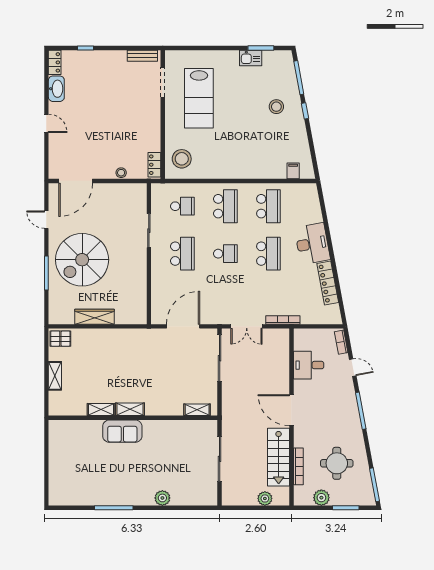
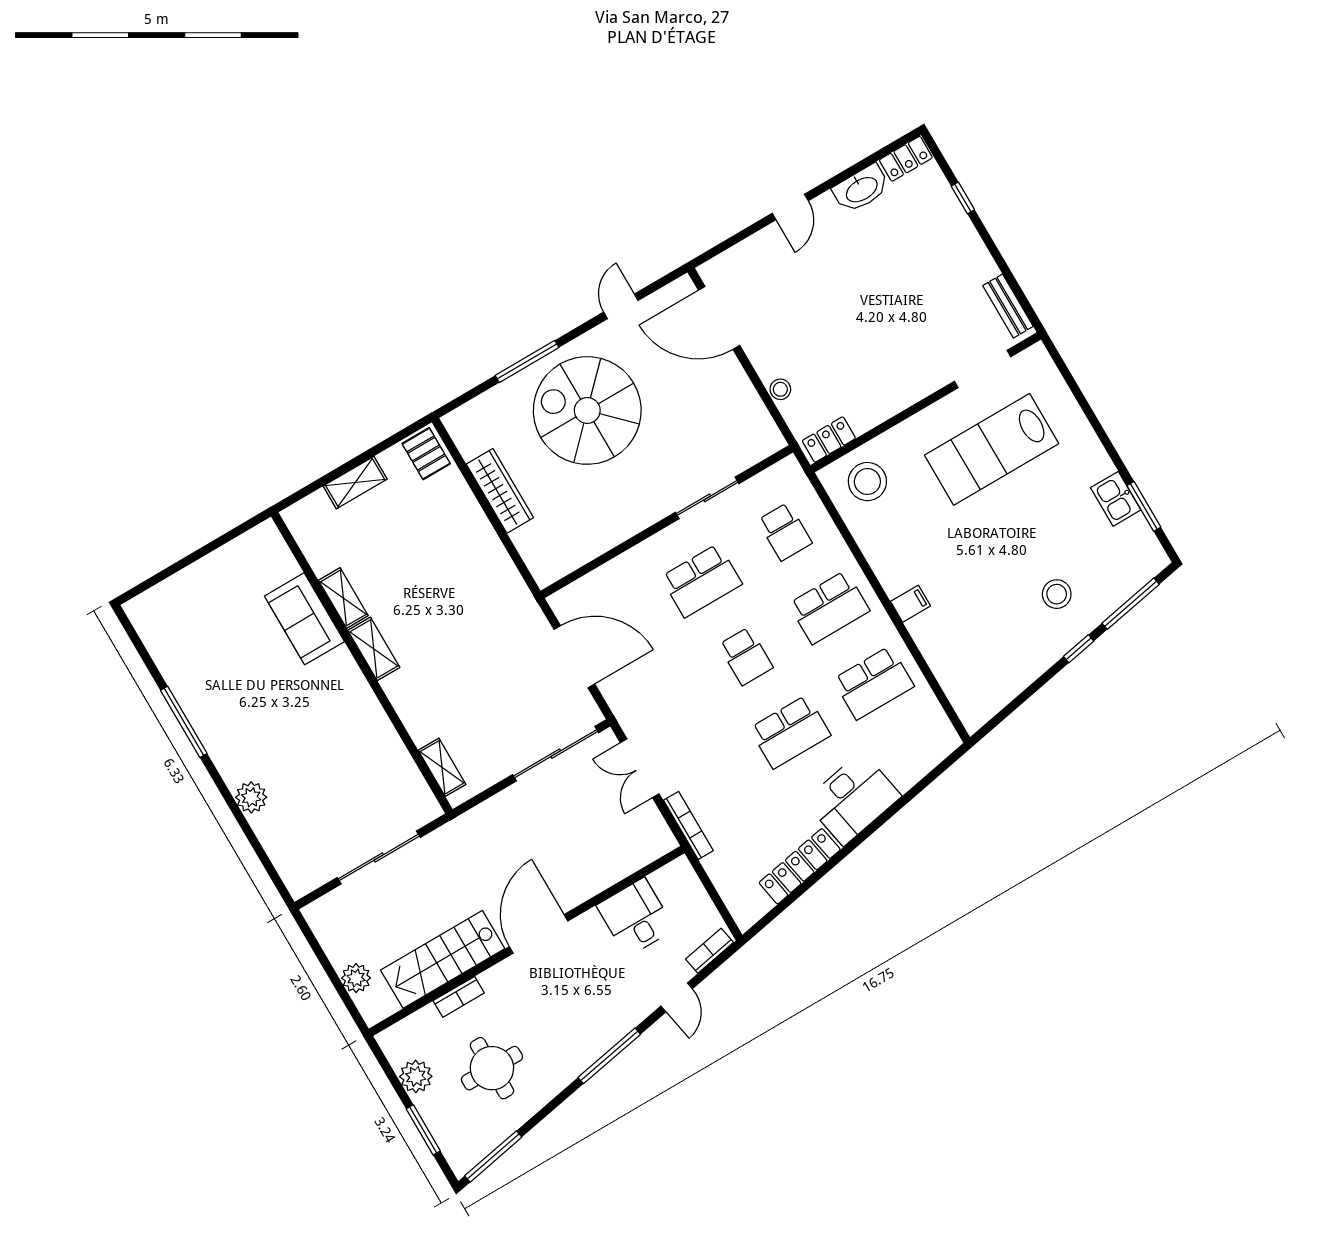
filing cabinet: (293, 171) -> (910, 604), moved
sofa: (122, 431) -> (304, 619), moved
bookcase: (298, 466) -> (459, 997), width x0.64

